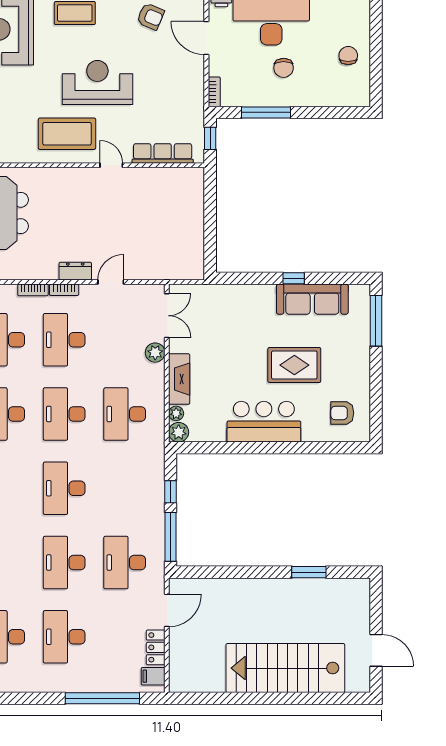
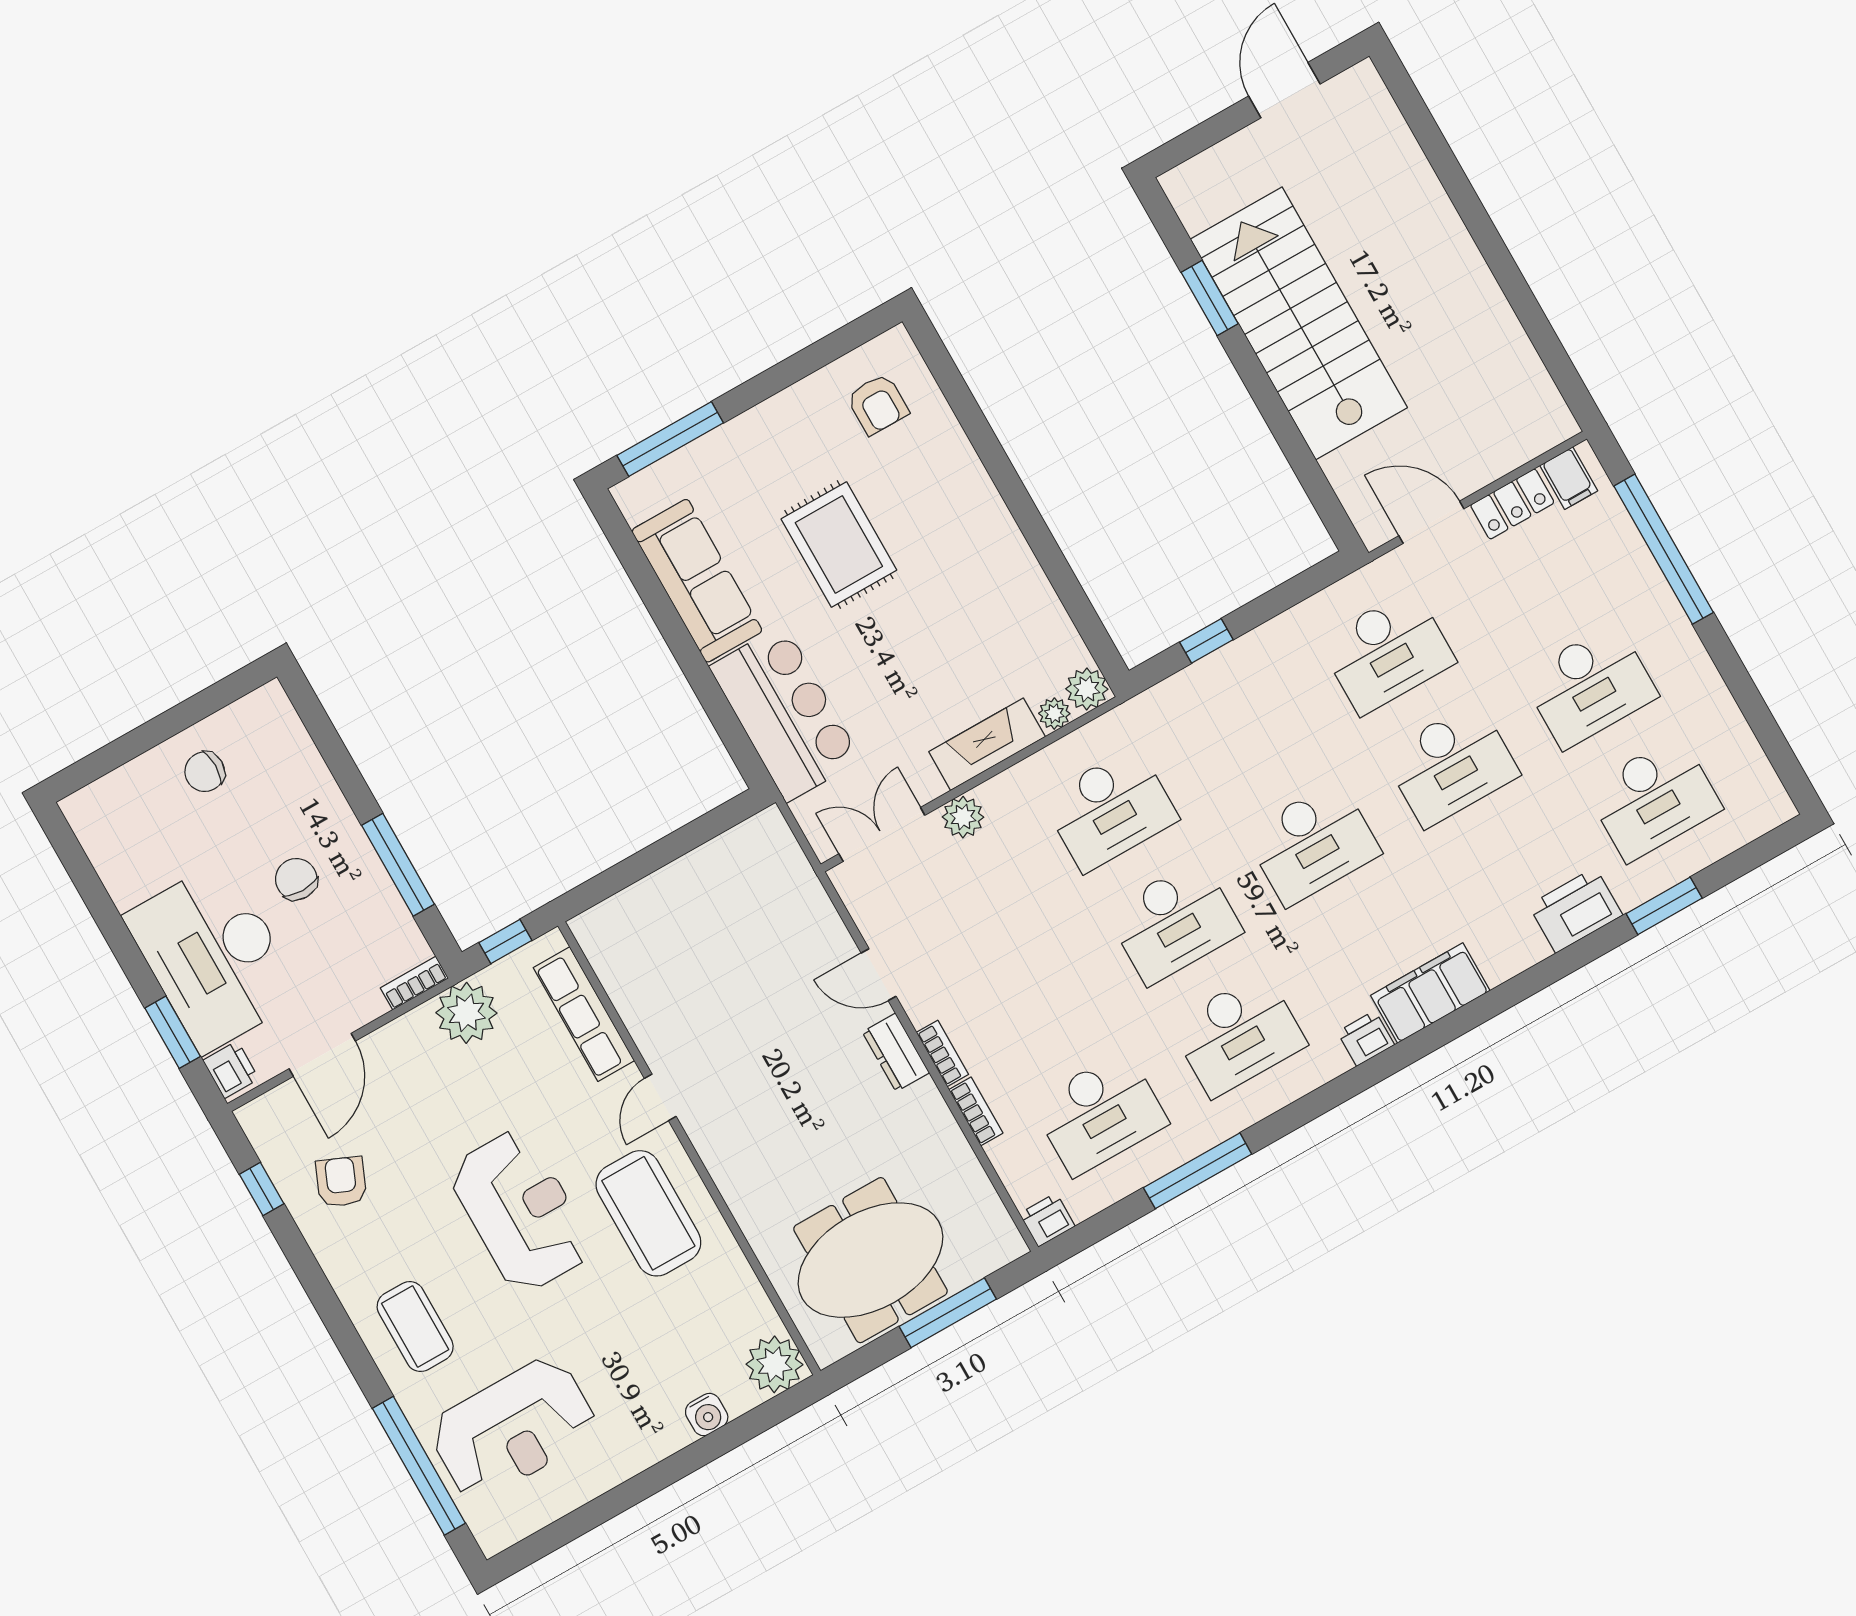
chair: (284, 68) -> (296, 879), turned -90
reception desk: (97, 82) -> (521, 1211), turned 180
plant: (190, 106) -> (466, 1013), added
window: (294, 278) -> (678, 638), removed
desk: (64, 340) -> (1036, 1000), removed
bar counter: (264, 422) -> (785, 713), moved, turned 180
window: (171, 537) -> (1290, 593), removed
stairs: (285, 668) -> (1299, 323), moved, turned 180

